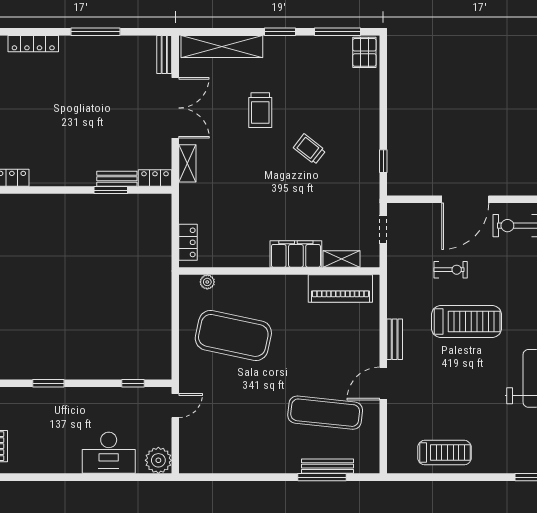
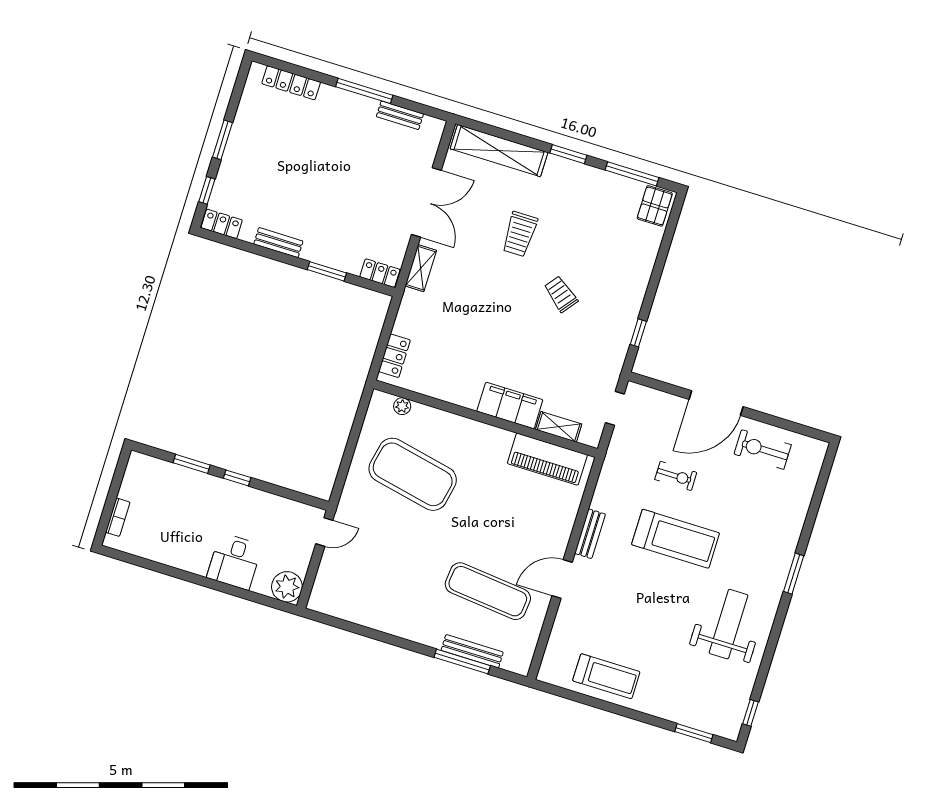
bench: (164, 55) -> (400, 115), moved, turned 90
bench: (117, 179) -> (278, 243), moved
window: (133, 383) -> (237, 478), moved
desk: (109, 453) -> (235, 561), width x0.73

